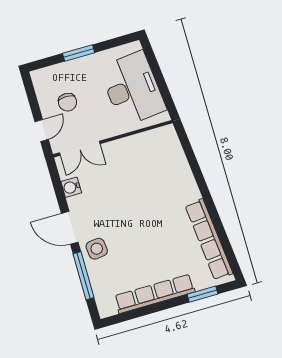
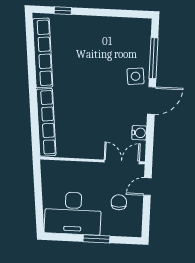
desk: (132, 89) -> (73, 213), moved, turned -84
door: (70, 228) -> (152, 100), hinge flipped
row of seats: (155, 294) -> (46, 122), moved, turned -96
window: (202, 294) -> (63, 11), width x0.67

